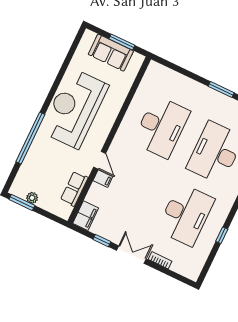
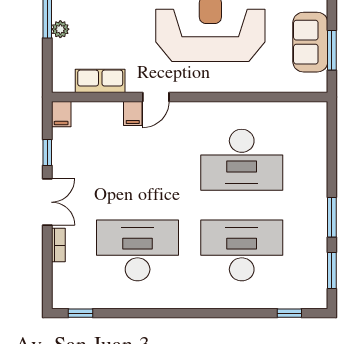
desk: (186, 215) -> (138, 250), turned 180
filing cabinet: (86, 216) -> (61, 114), width x0.50
window: (222, 235) -> (81, 313), moved

